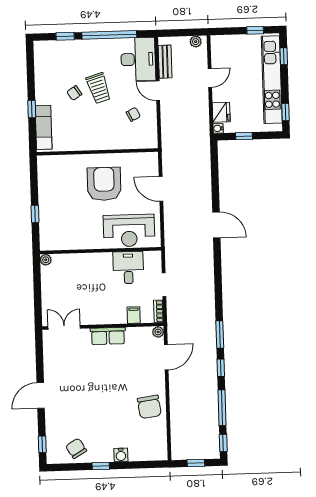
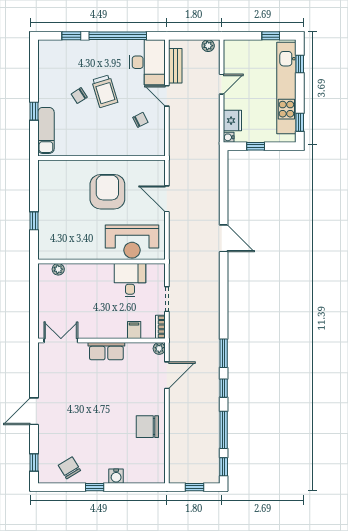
plant: (46, 260) -> (58, 269), moved
chair: (149, 407) -> (147, 427), turned 98

